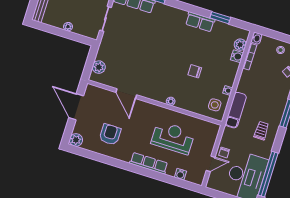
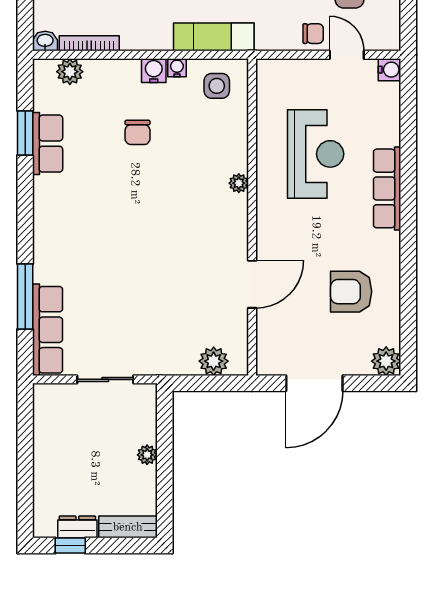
row of seats: (200, 22) -> (48, 144), moved
water cooler: (237, 56) -> (154, 71), moved
chair: (195, 71) -> (138, 132), moved
reception desk: (173, 138) -> (316, 154), turned 180
water cooler: (180, 174) -> (389, 70), moved

